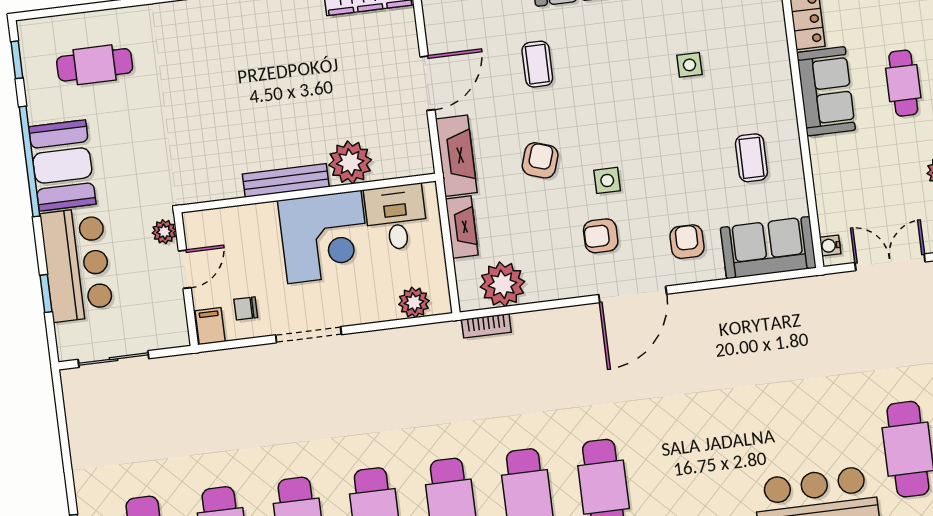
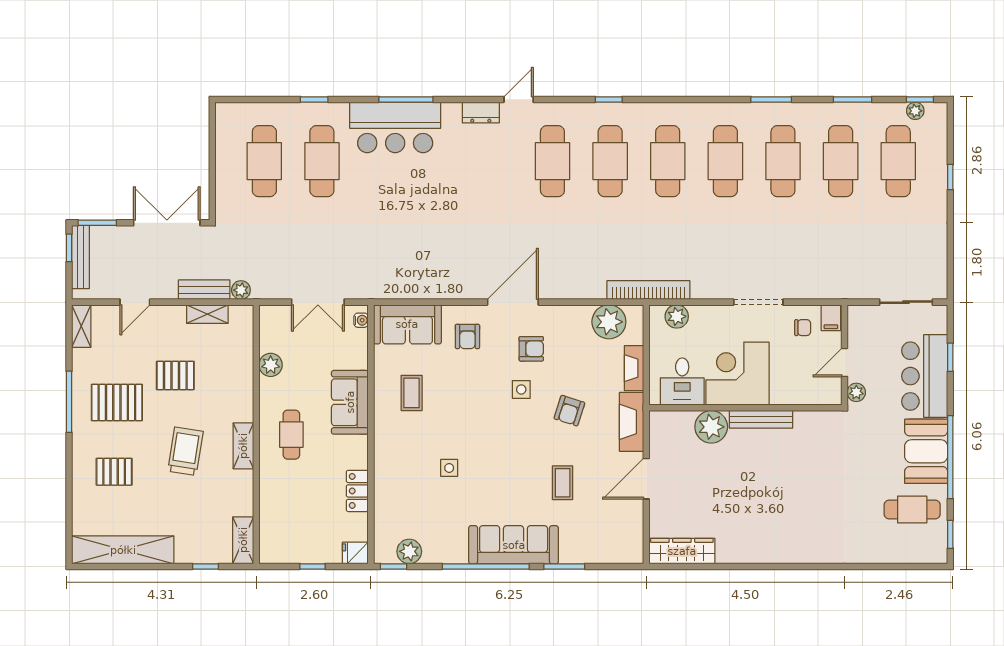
cafe table: (95, 65) -> (912, 509), moved
sofa: (826, 91) -> (350, 402), moved
bookcase: (486, 326) -> (648, 290), width x2.31, depth x1.31

